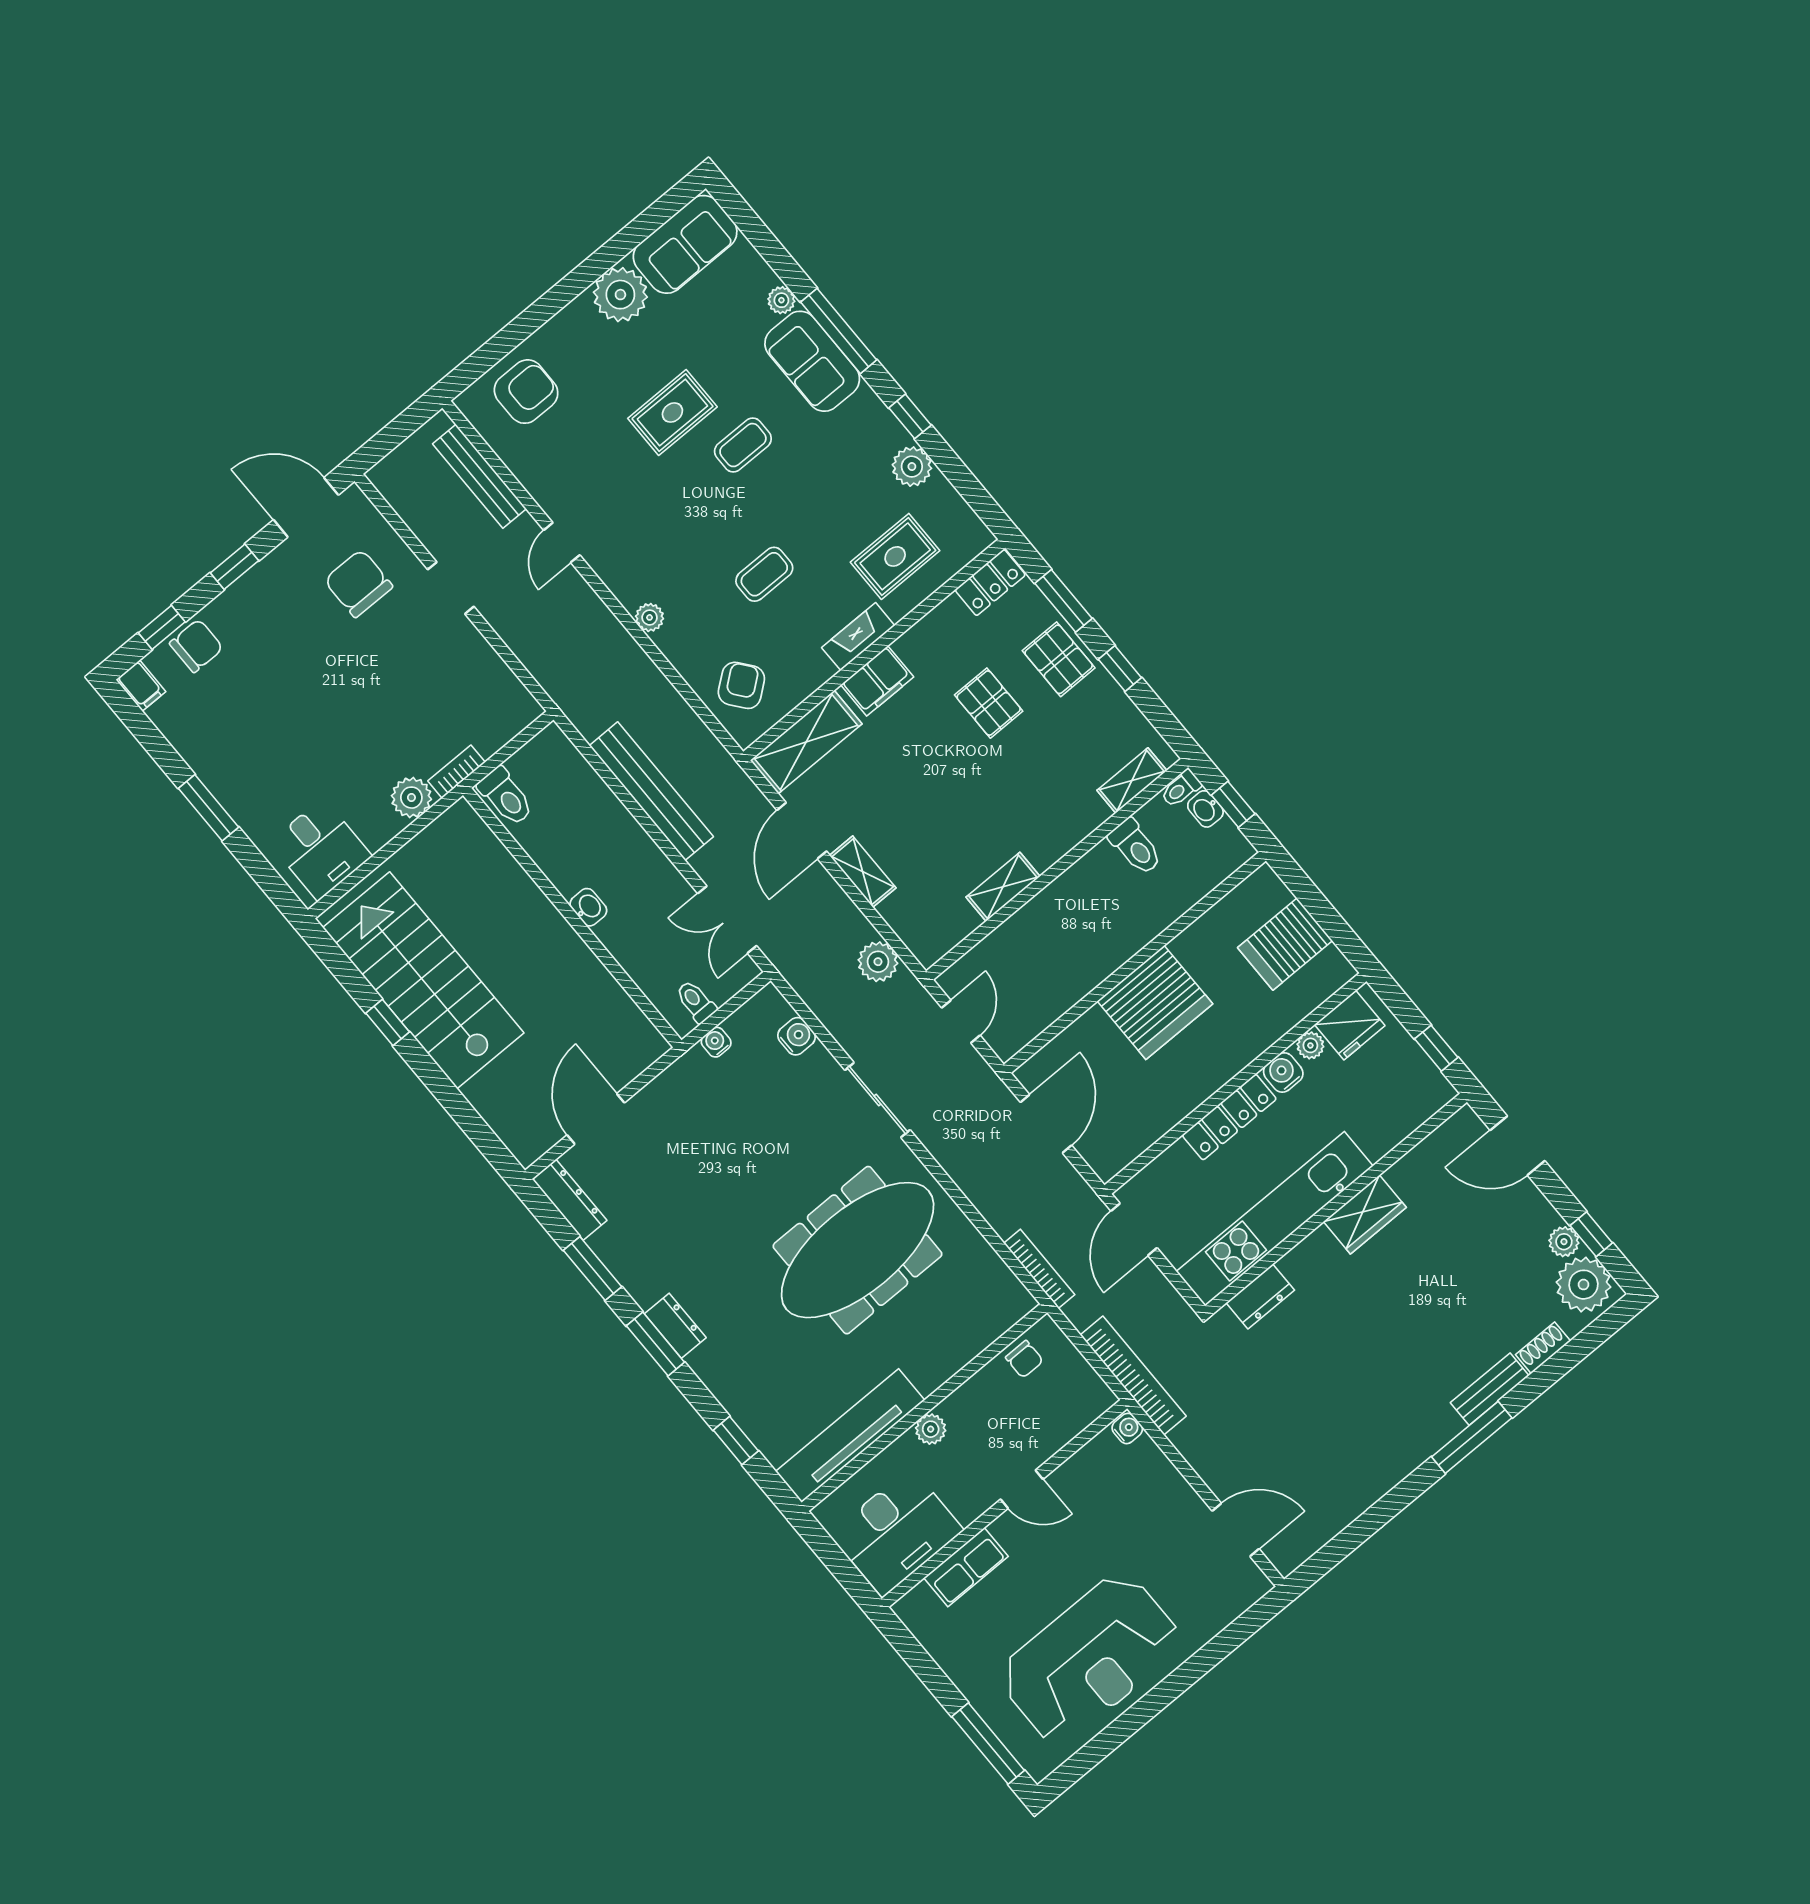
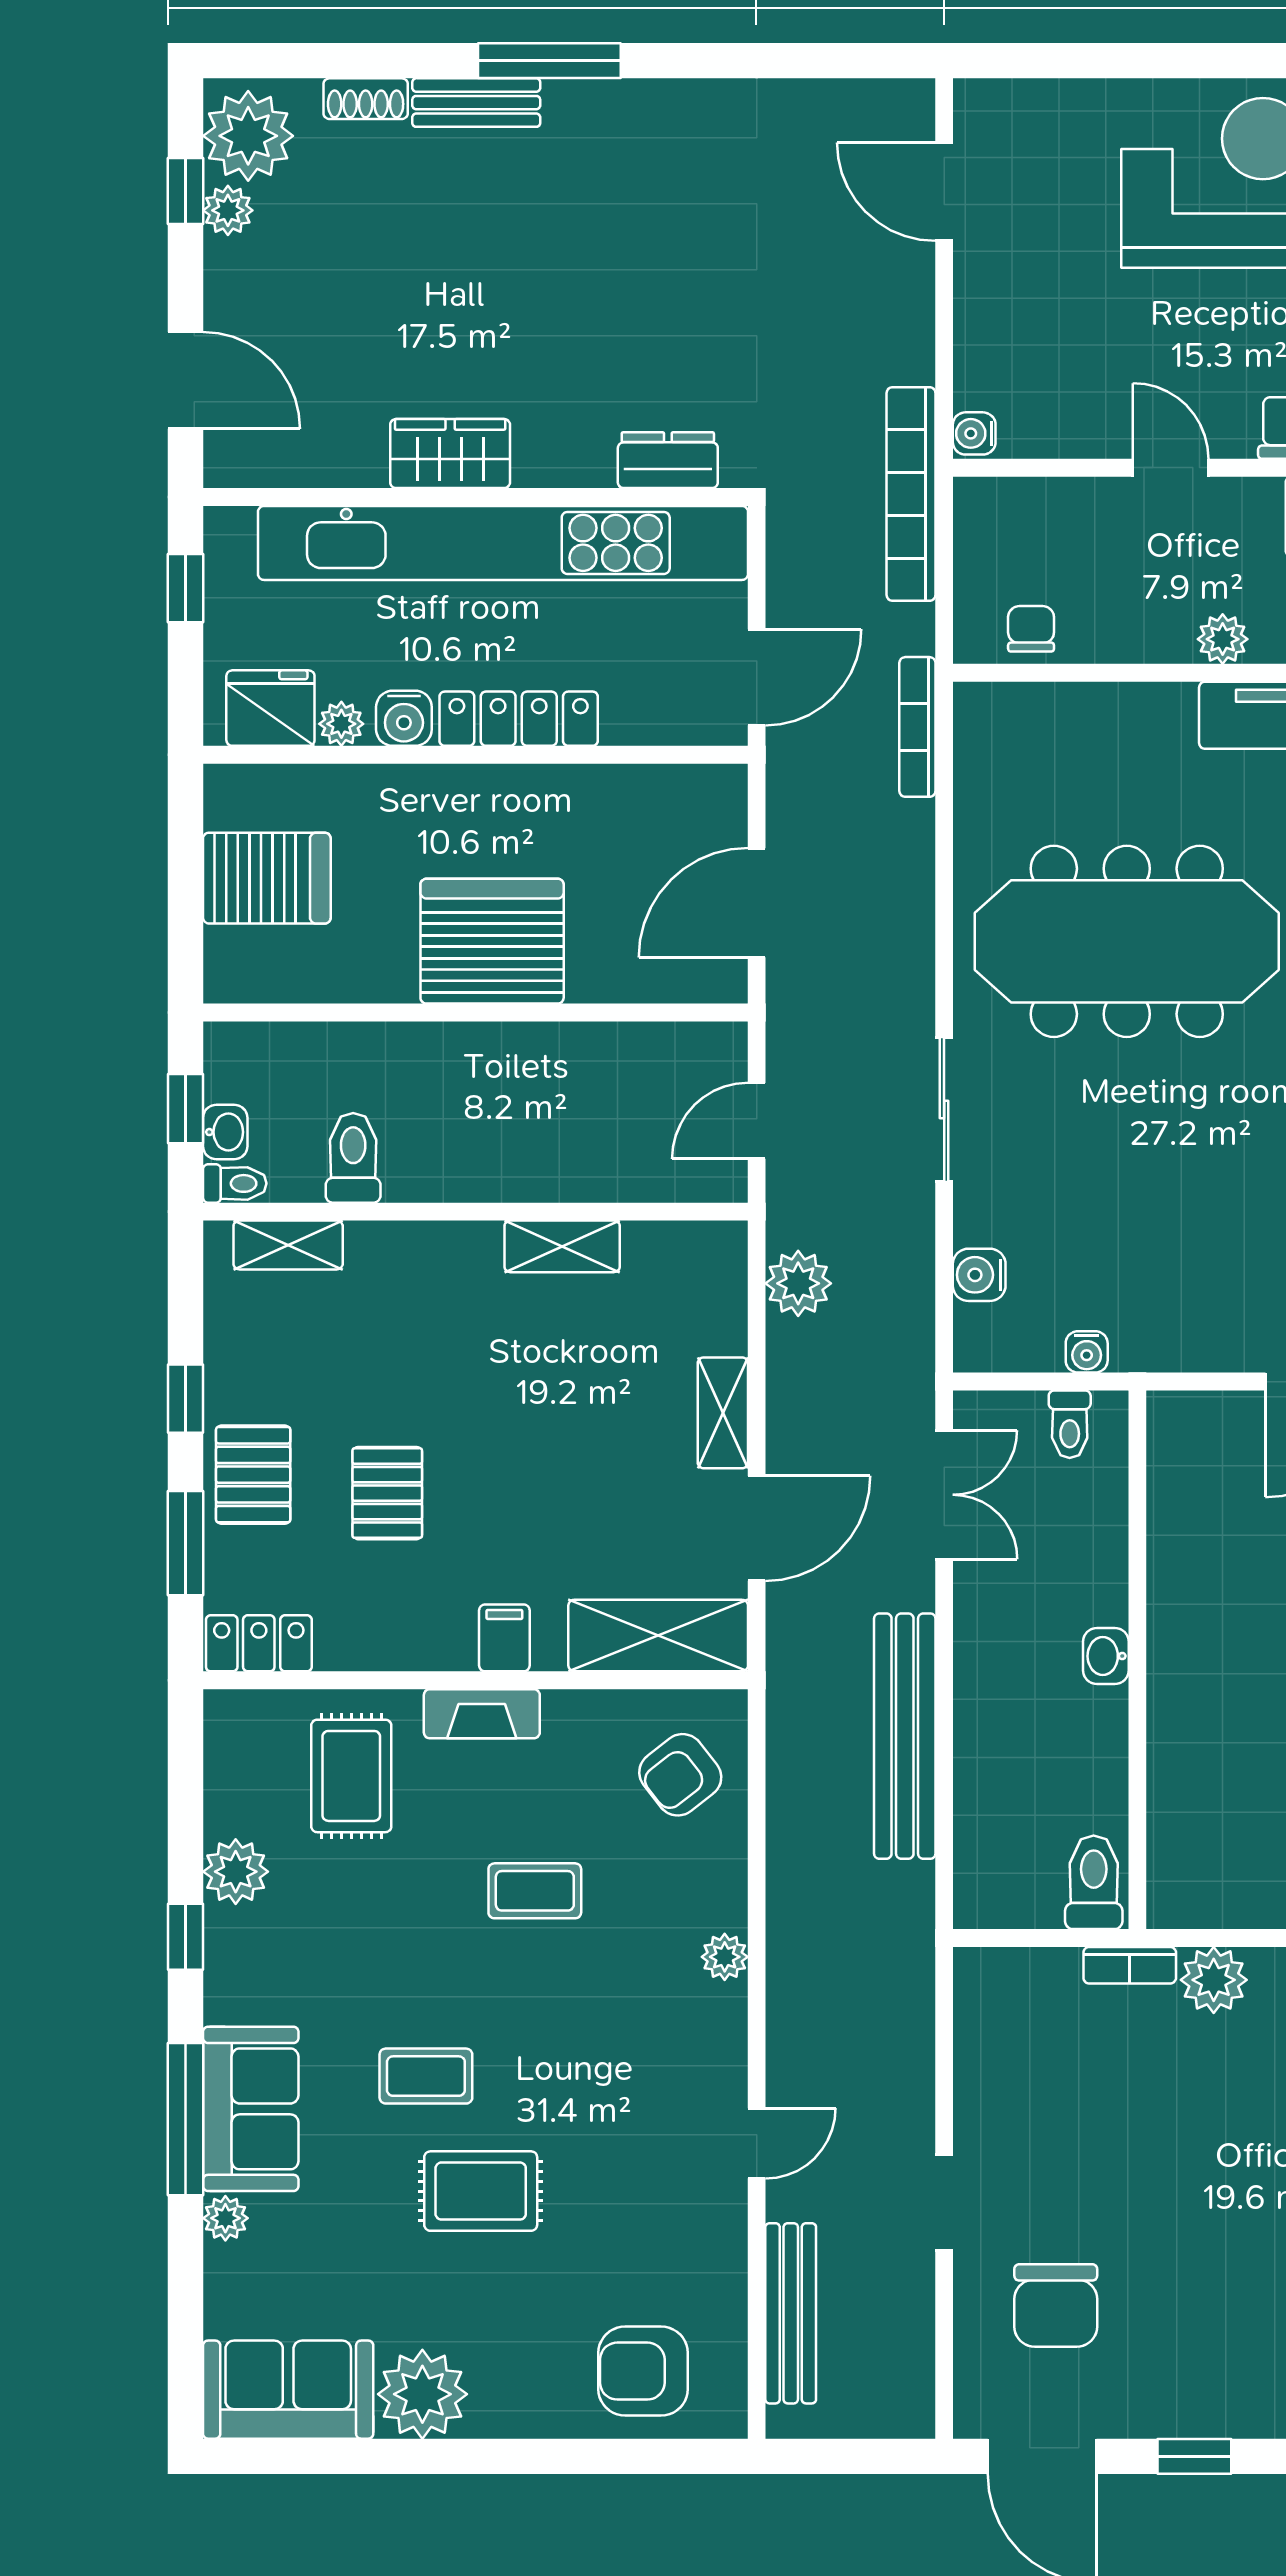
rug: (895, 556) -> (351, 1776), turned 90
filing cabinet: (877, 681) -> (504, 1638), width x0.50
kitchen unit: (1275, 1219) -> (503, 543), width x1.36

